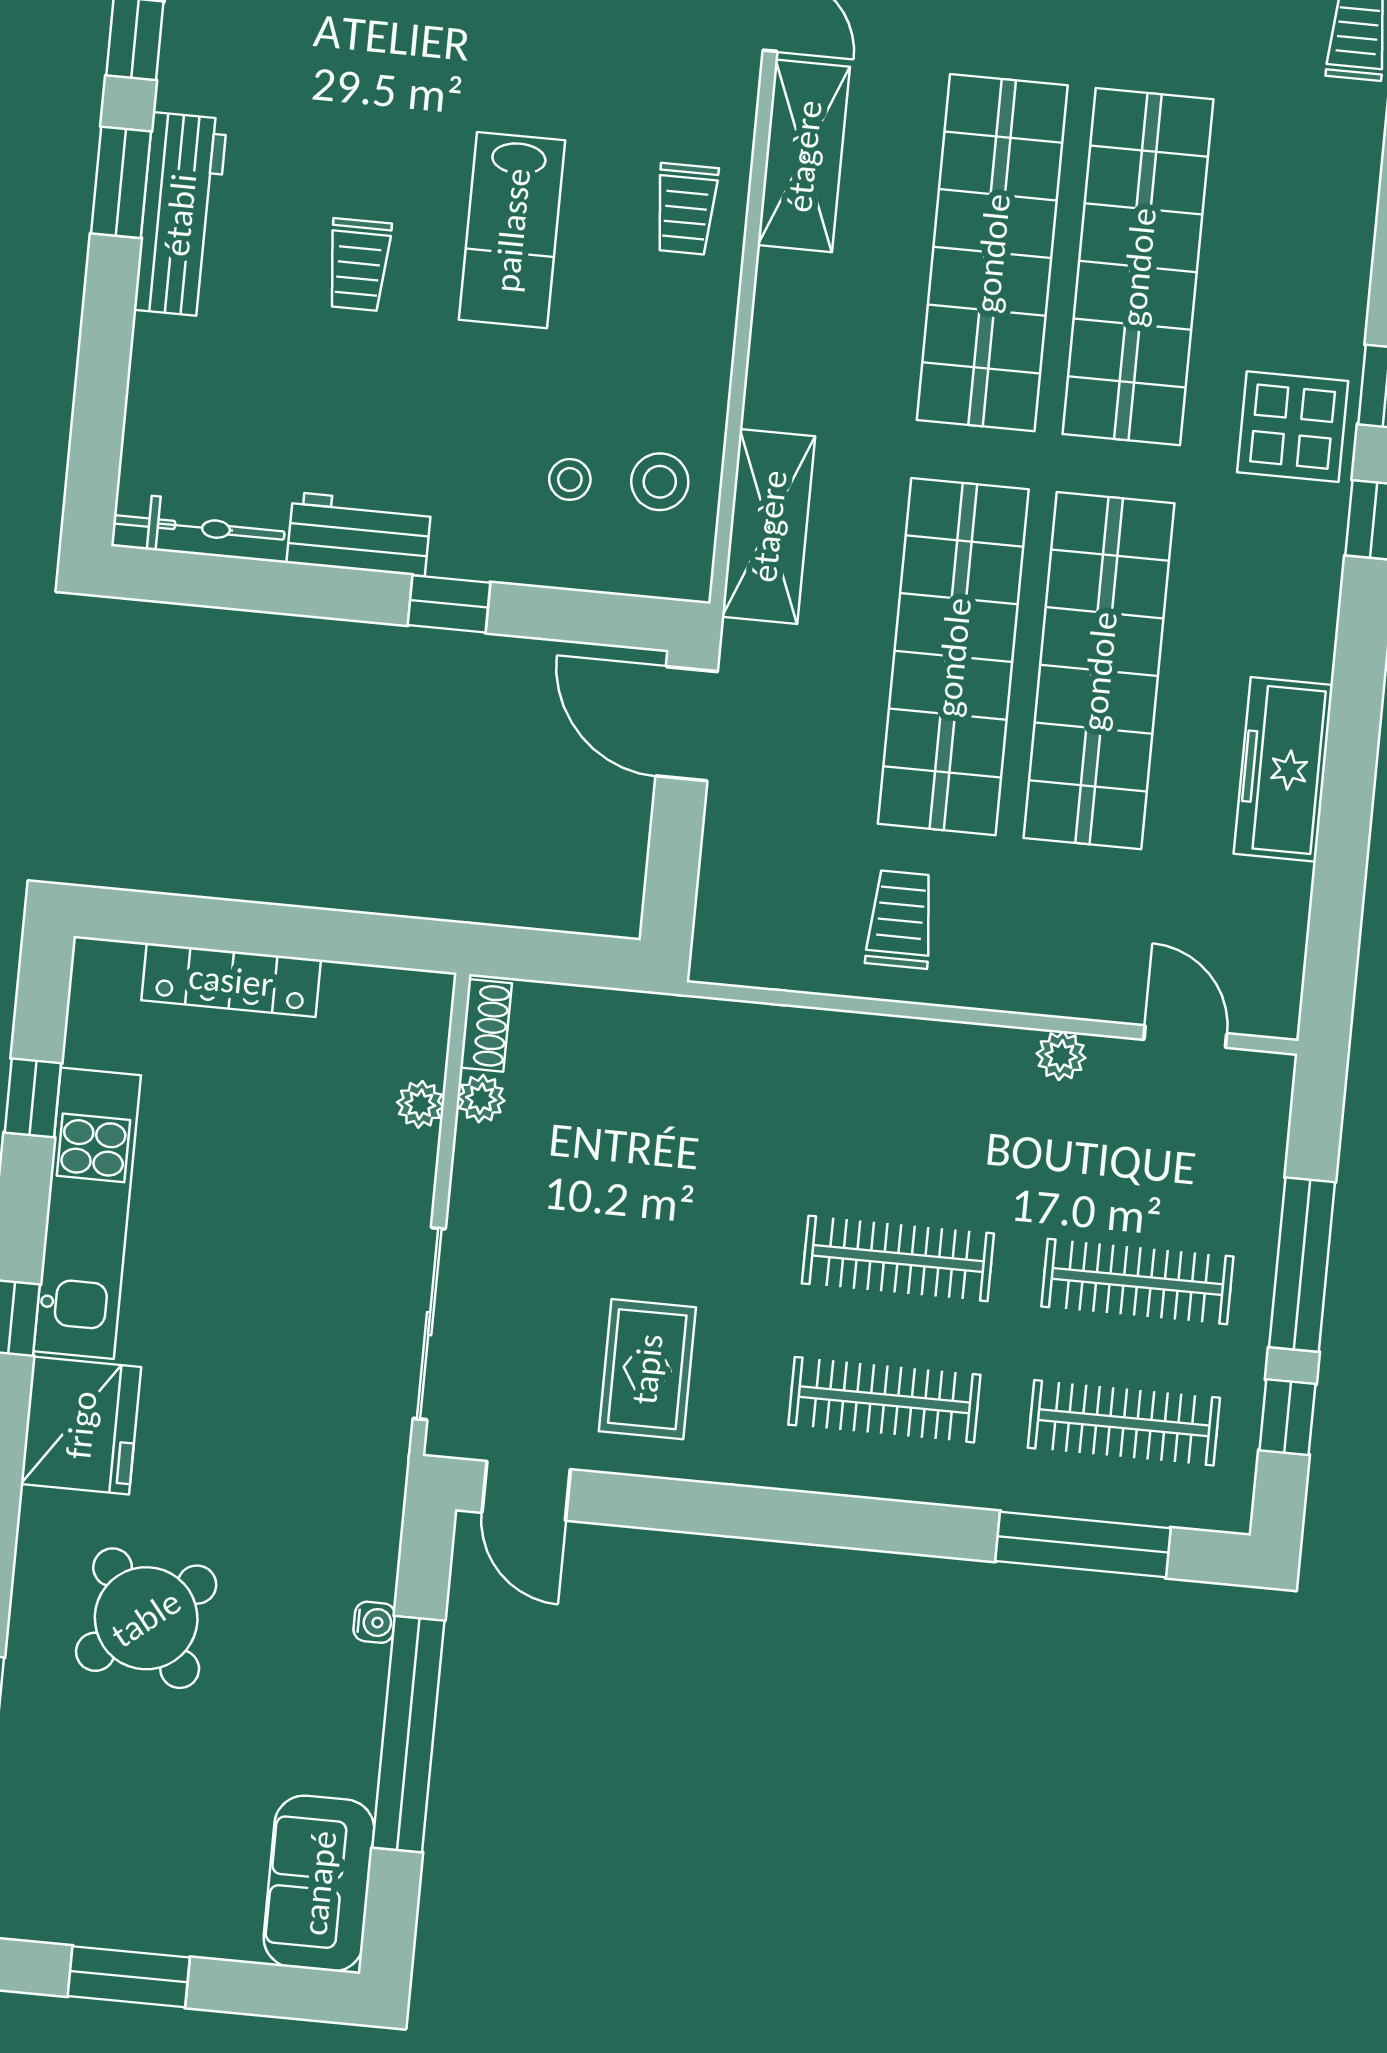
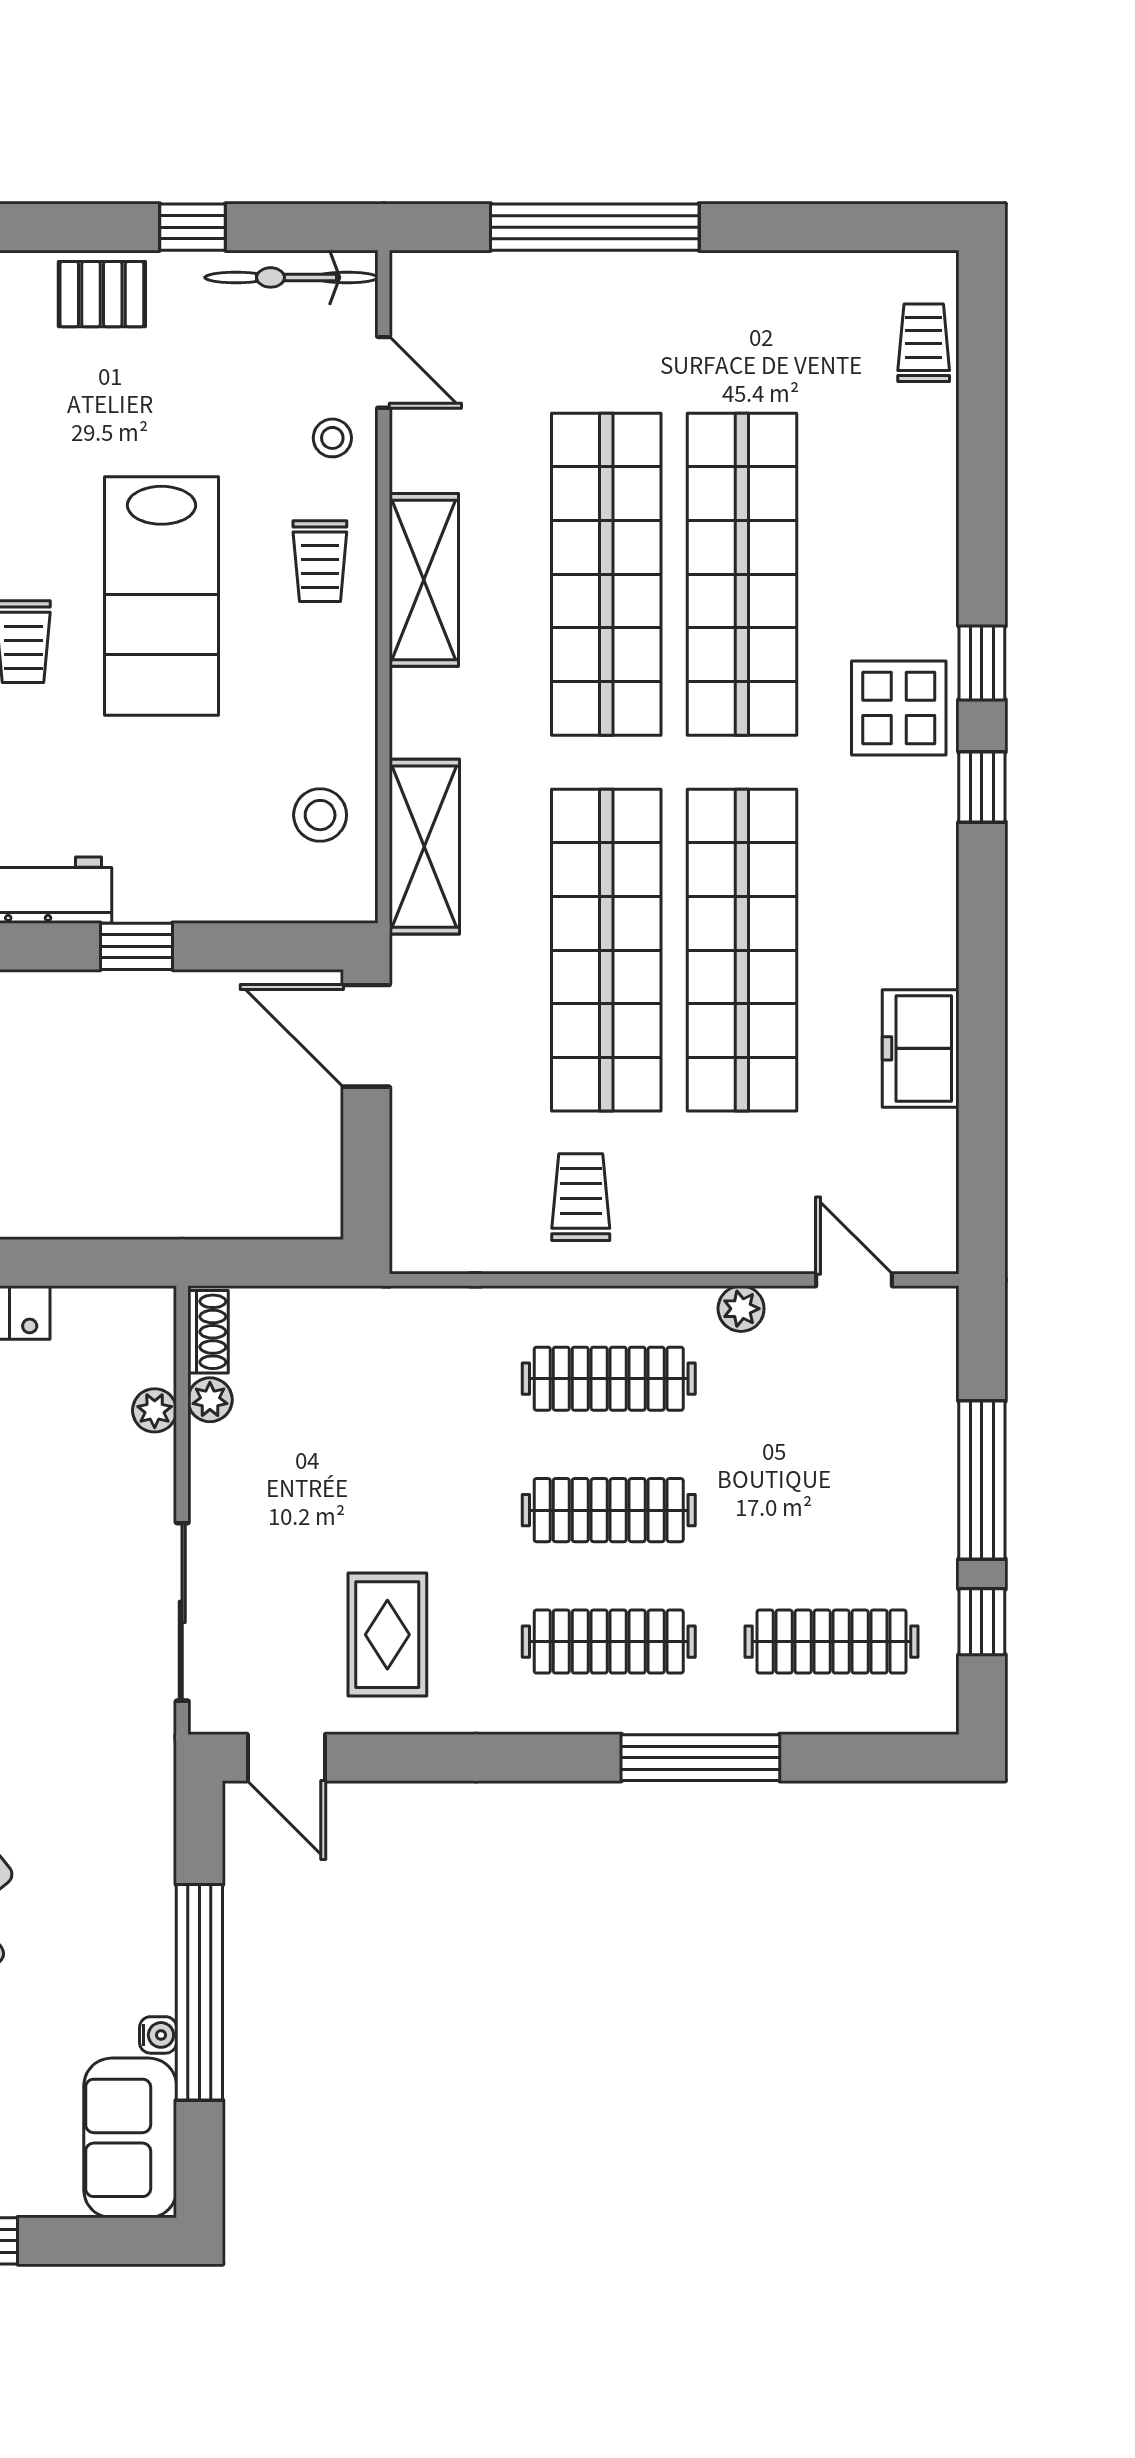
shelving: (804, 156) -> (424, 580), moved
lab bench: (512, 230) -> (161, 596), width x1.36, depth x1.39
stool: (570, 479) -> (332, 438), moved
freezer: (1283, 769) -> (921, 1048), width x0.71
clothes rail: (1137, 1281) -> (609, 1379), moved
window: (1083, 1545) -> (700, 1758), moved
water cooler: (374, 1622) -> (158, 2035), moved

